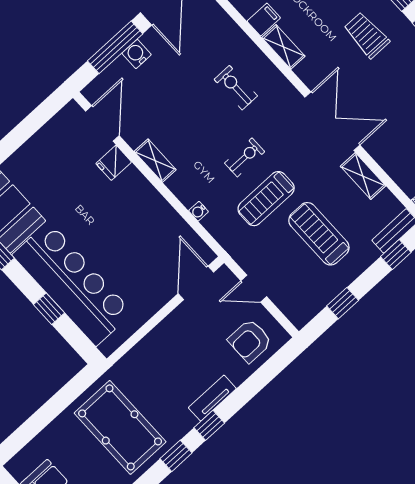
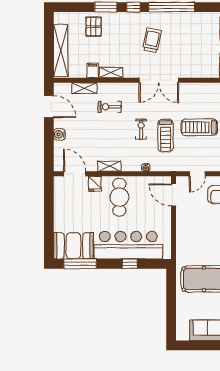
trolley: (367, 35) -> (152, 40), moved, turned 101
window: (115, 47) -> (49, 141), removed
double door: (332, 121) -> (159, 80), swing flipped
shelving: (363, 176) -> (84, 88), moved
cafe table: (126, 212) -> (119, 197), added

